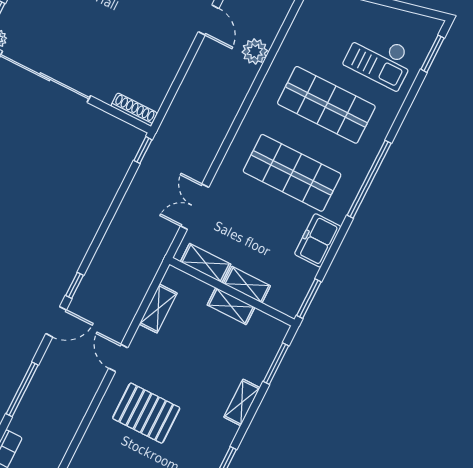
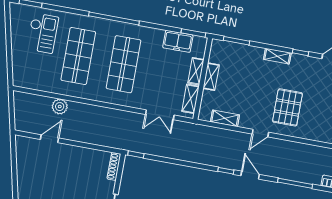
freezer: (318, 240) -> (178, 41), moved
shelving: (242, 402) -> (277, 56), moved

